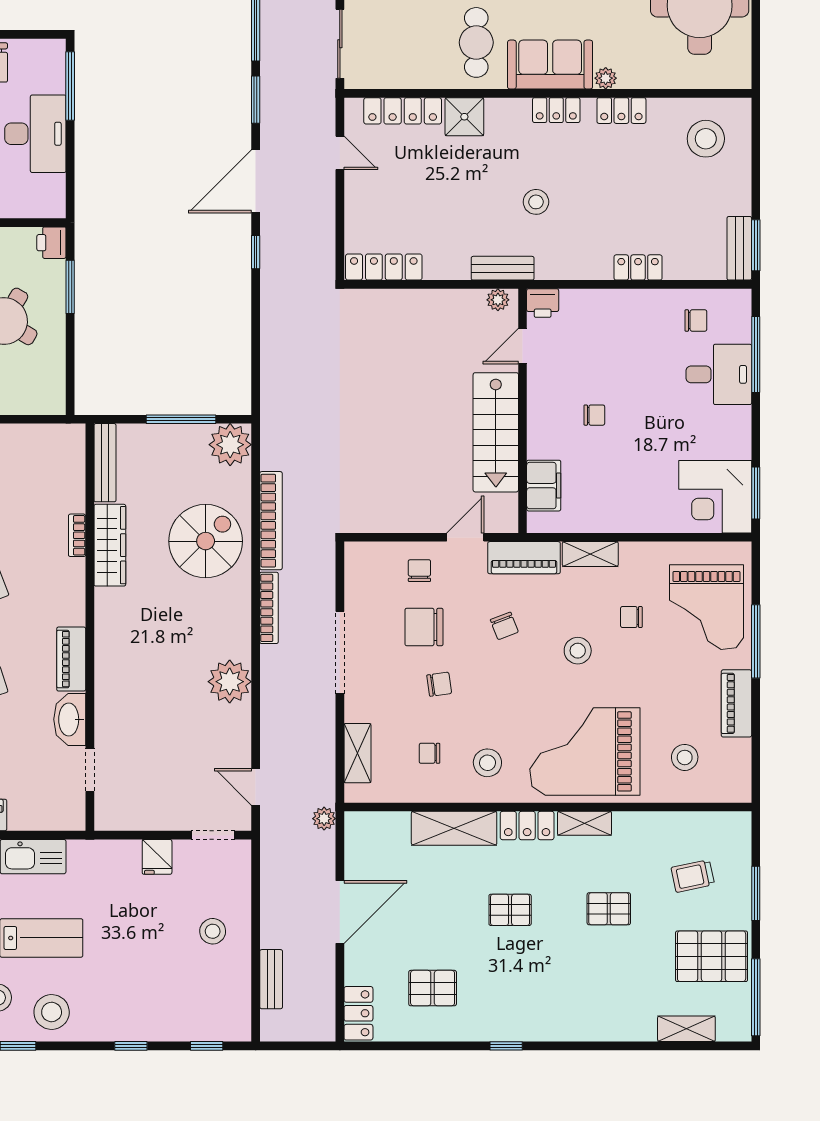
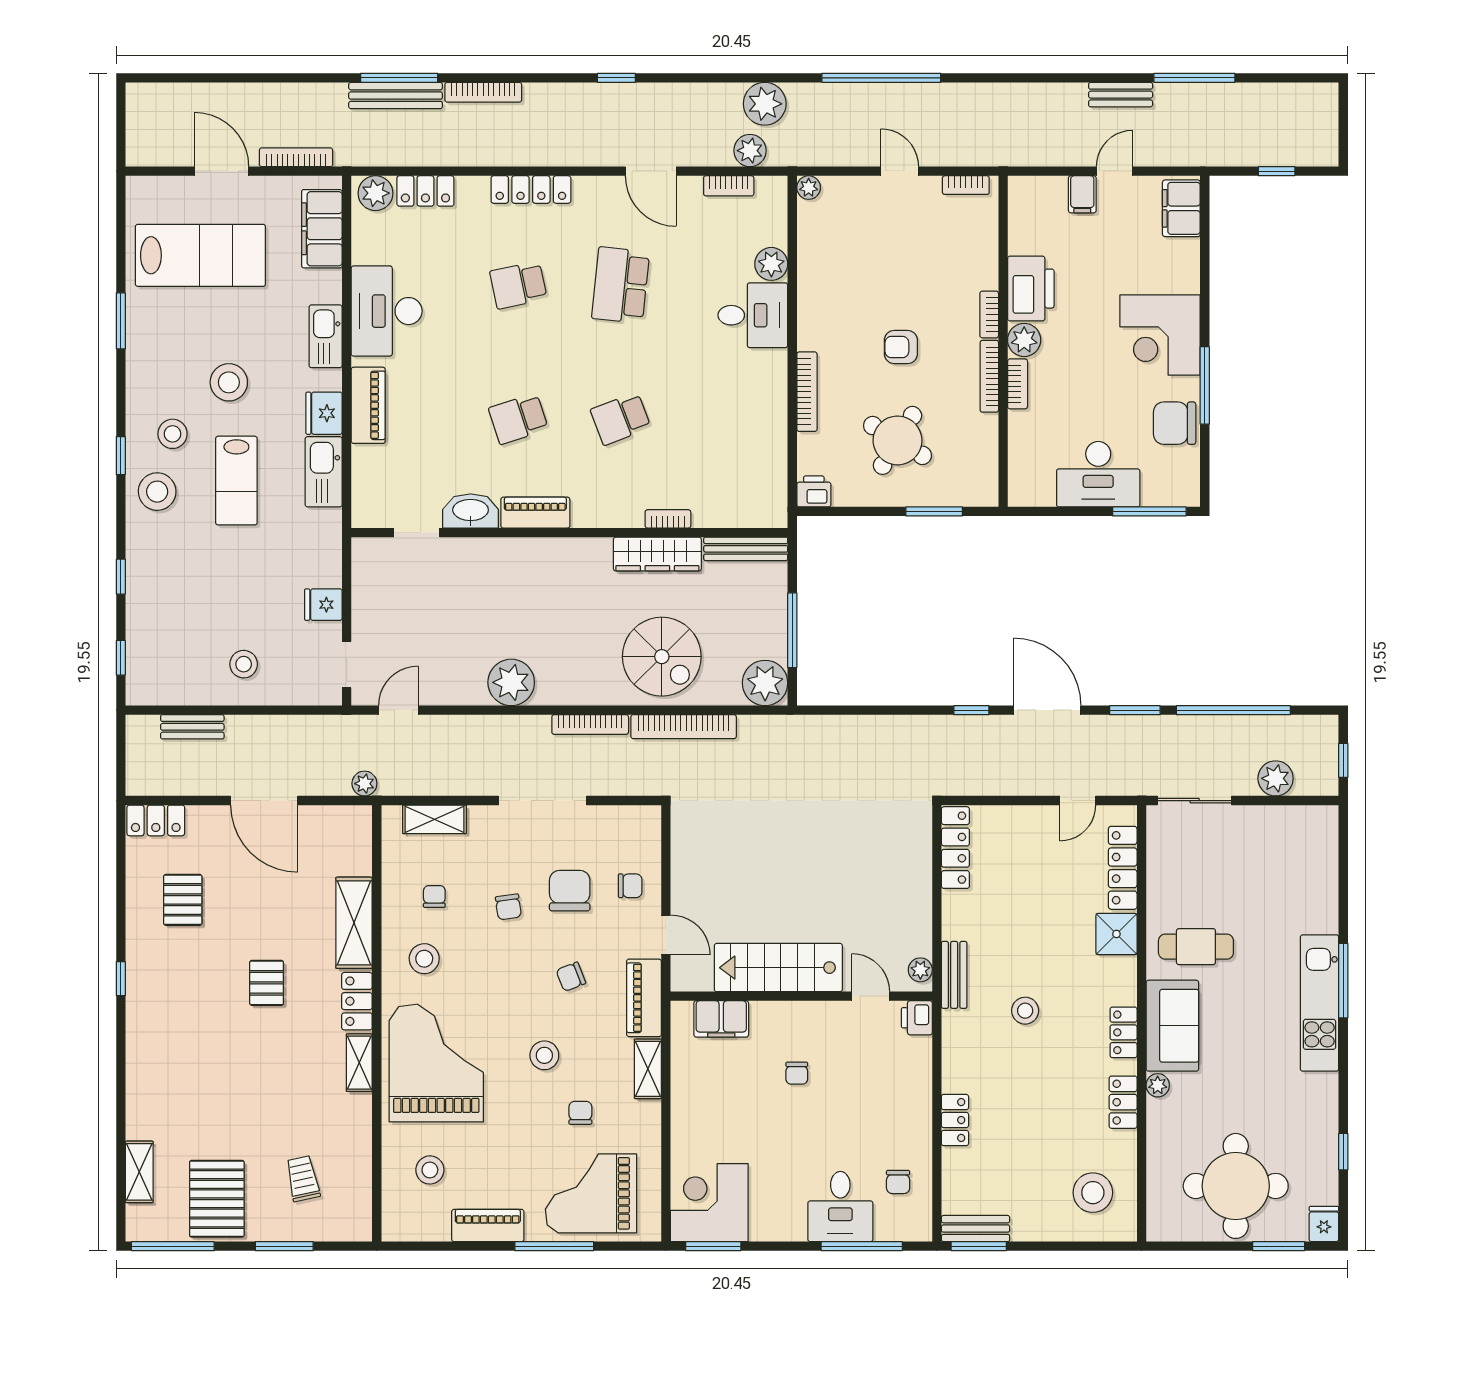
printer: (51, 243) -> (814, 491), moved
pallet: (609, 909) -> (268, 1089), removed

